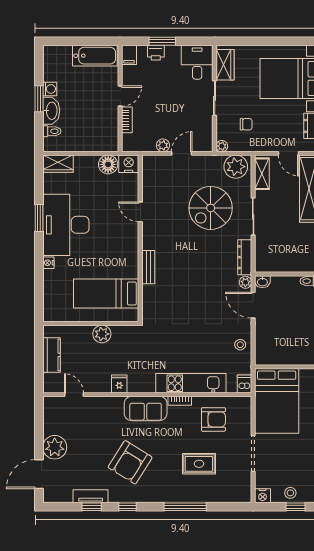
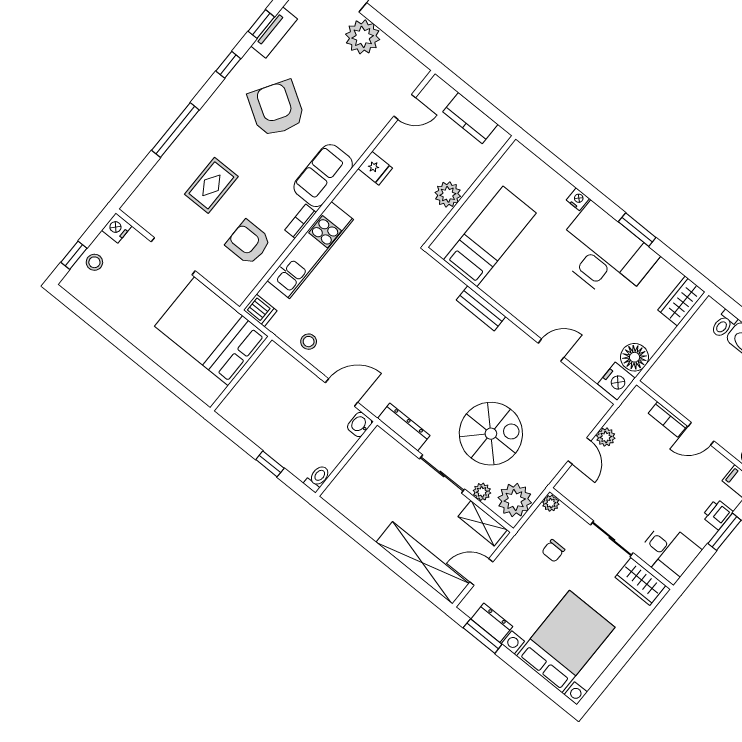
door: (120, 96) -> (701, 434), hinge flipped
spiral stairs: (211, 208) -> (491, 434), turned 90
plant: (245, 282) -> (482, 492), moved
armchair: (213, 419) -> (248, 242), turned 90

